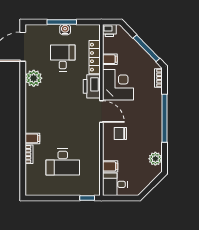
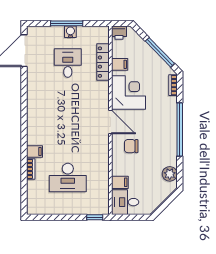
plant: (34, 78) -> (36, 85), removed
printer: (92, 86) -> (100, 94), removed

